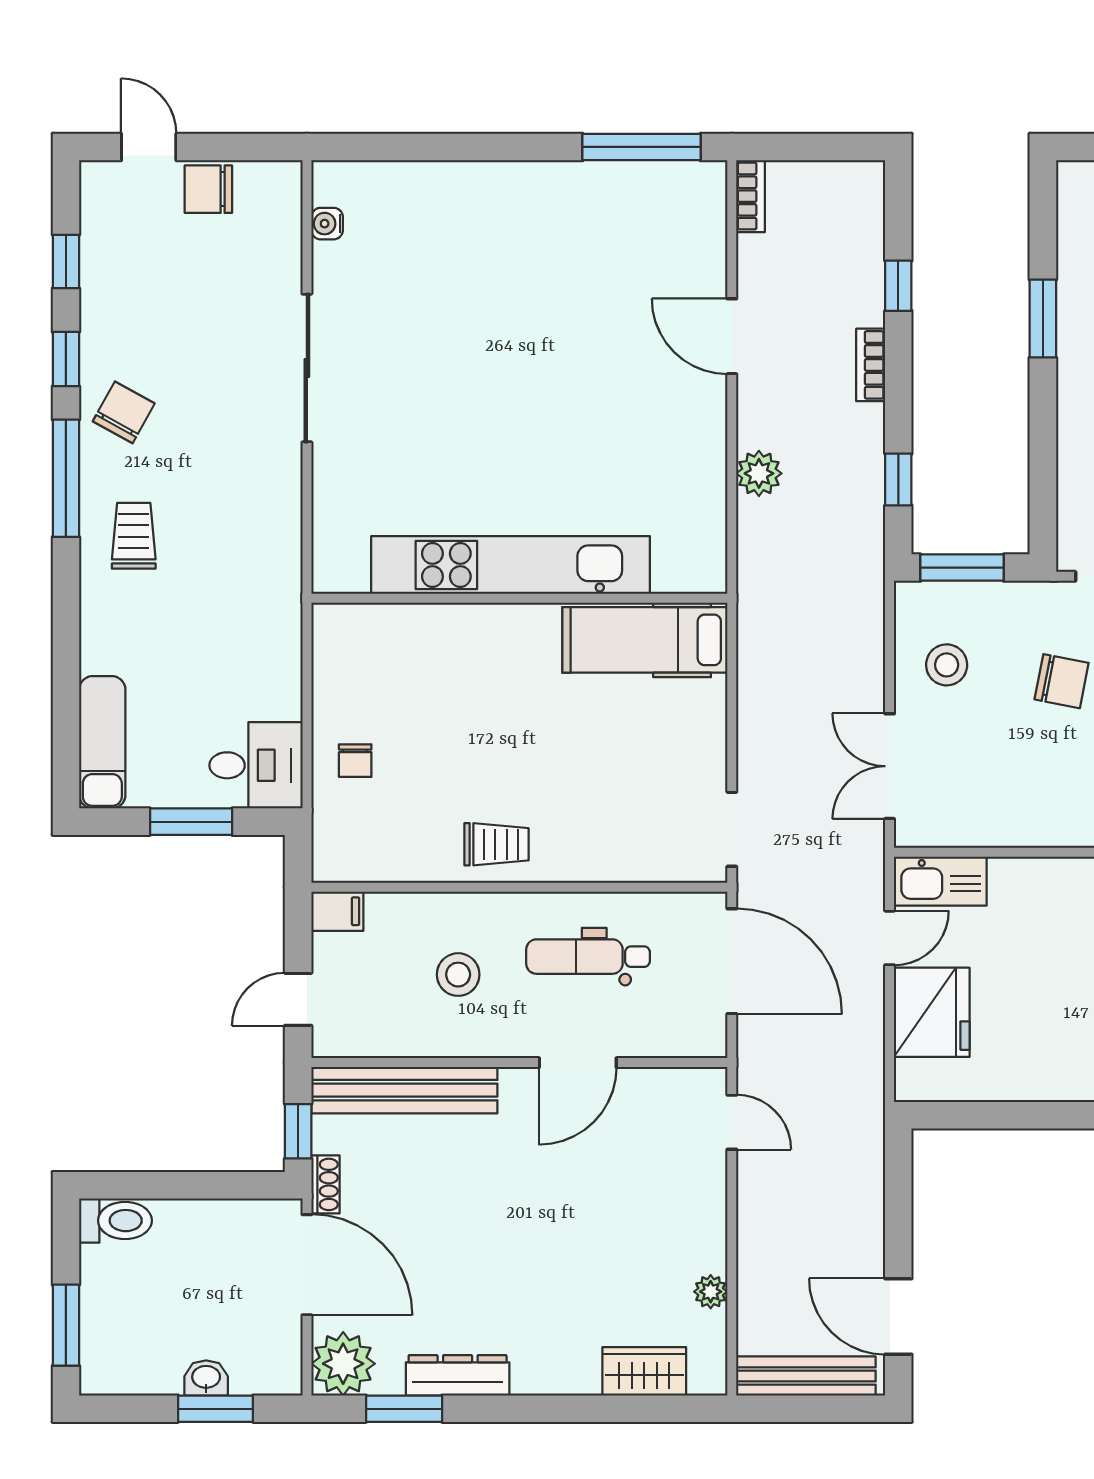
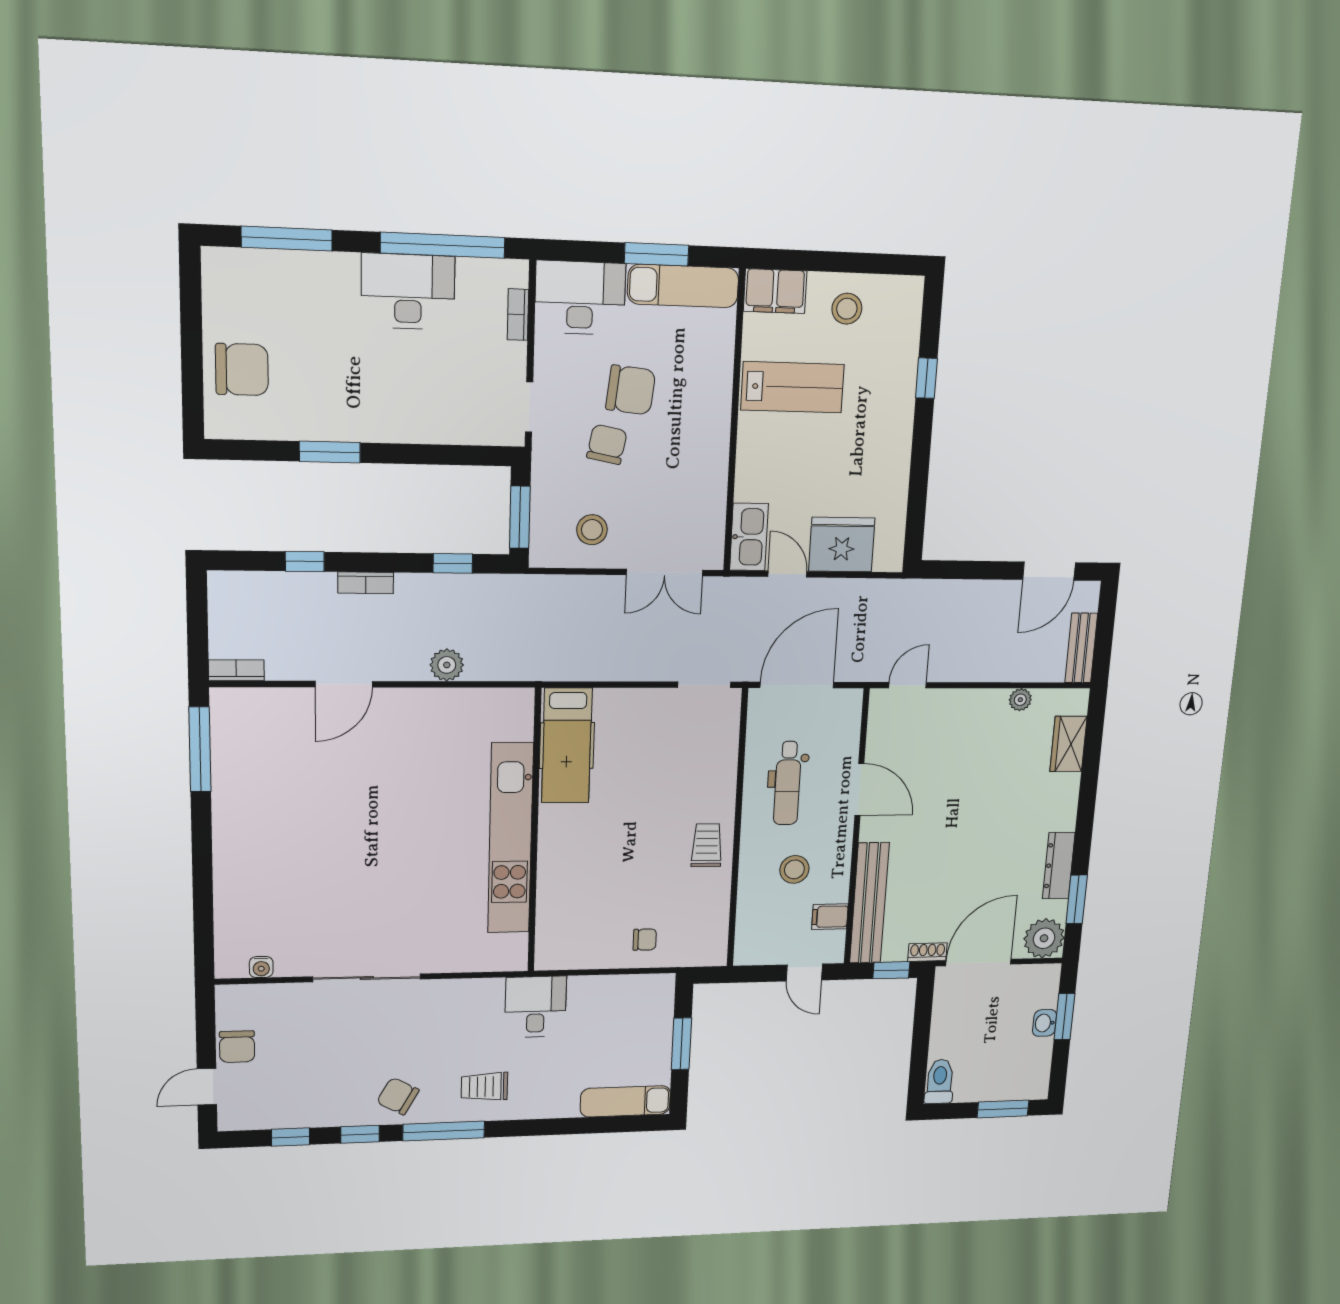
desk: (256, 765) -> (536, 1007), moved
filing cabinet: (337, 911) -> (830, 917), moved, turned -90
bench: (806, 1376) -> (1081, 648), width x0.73

